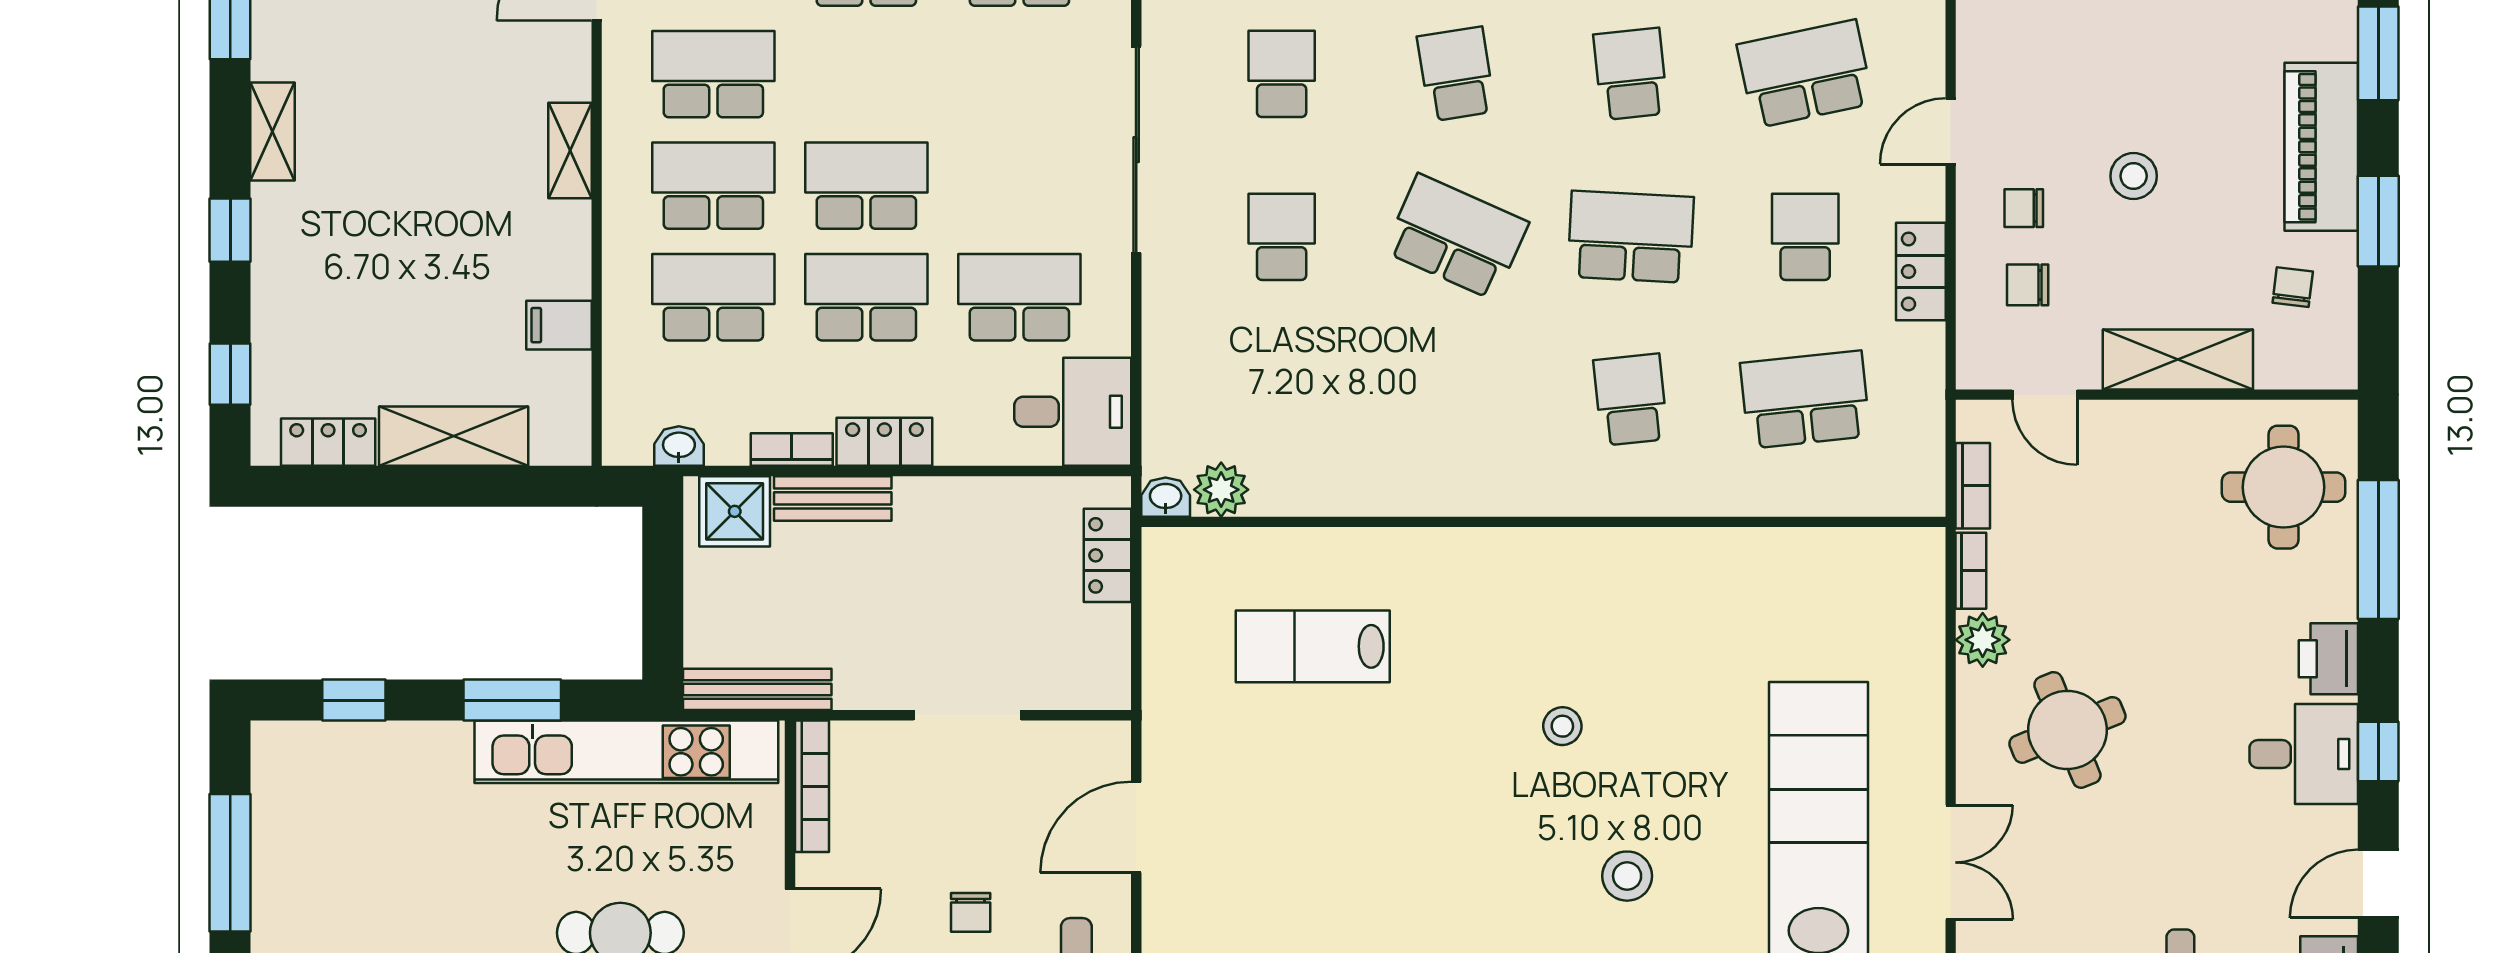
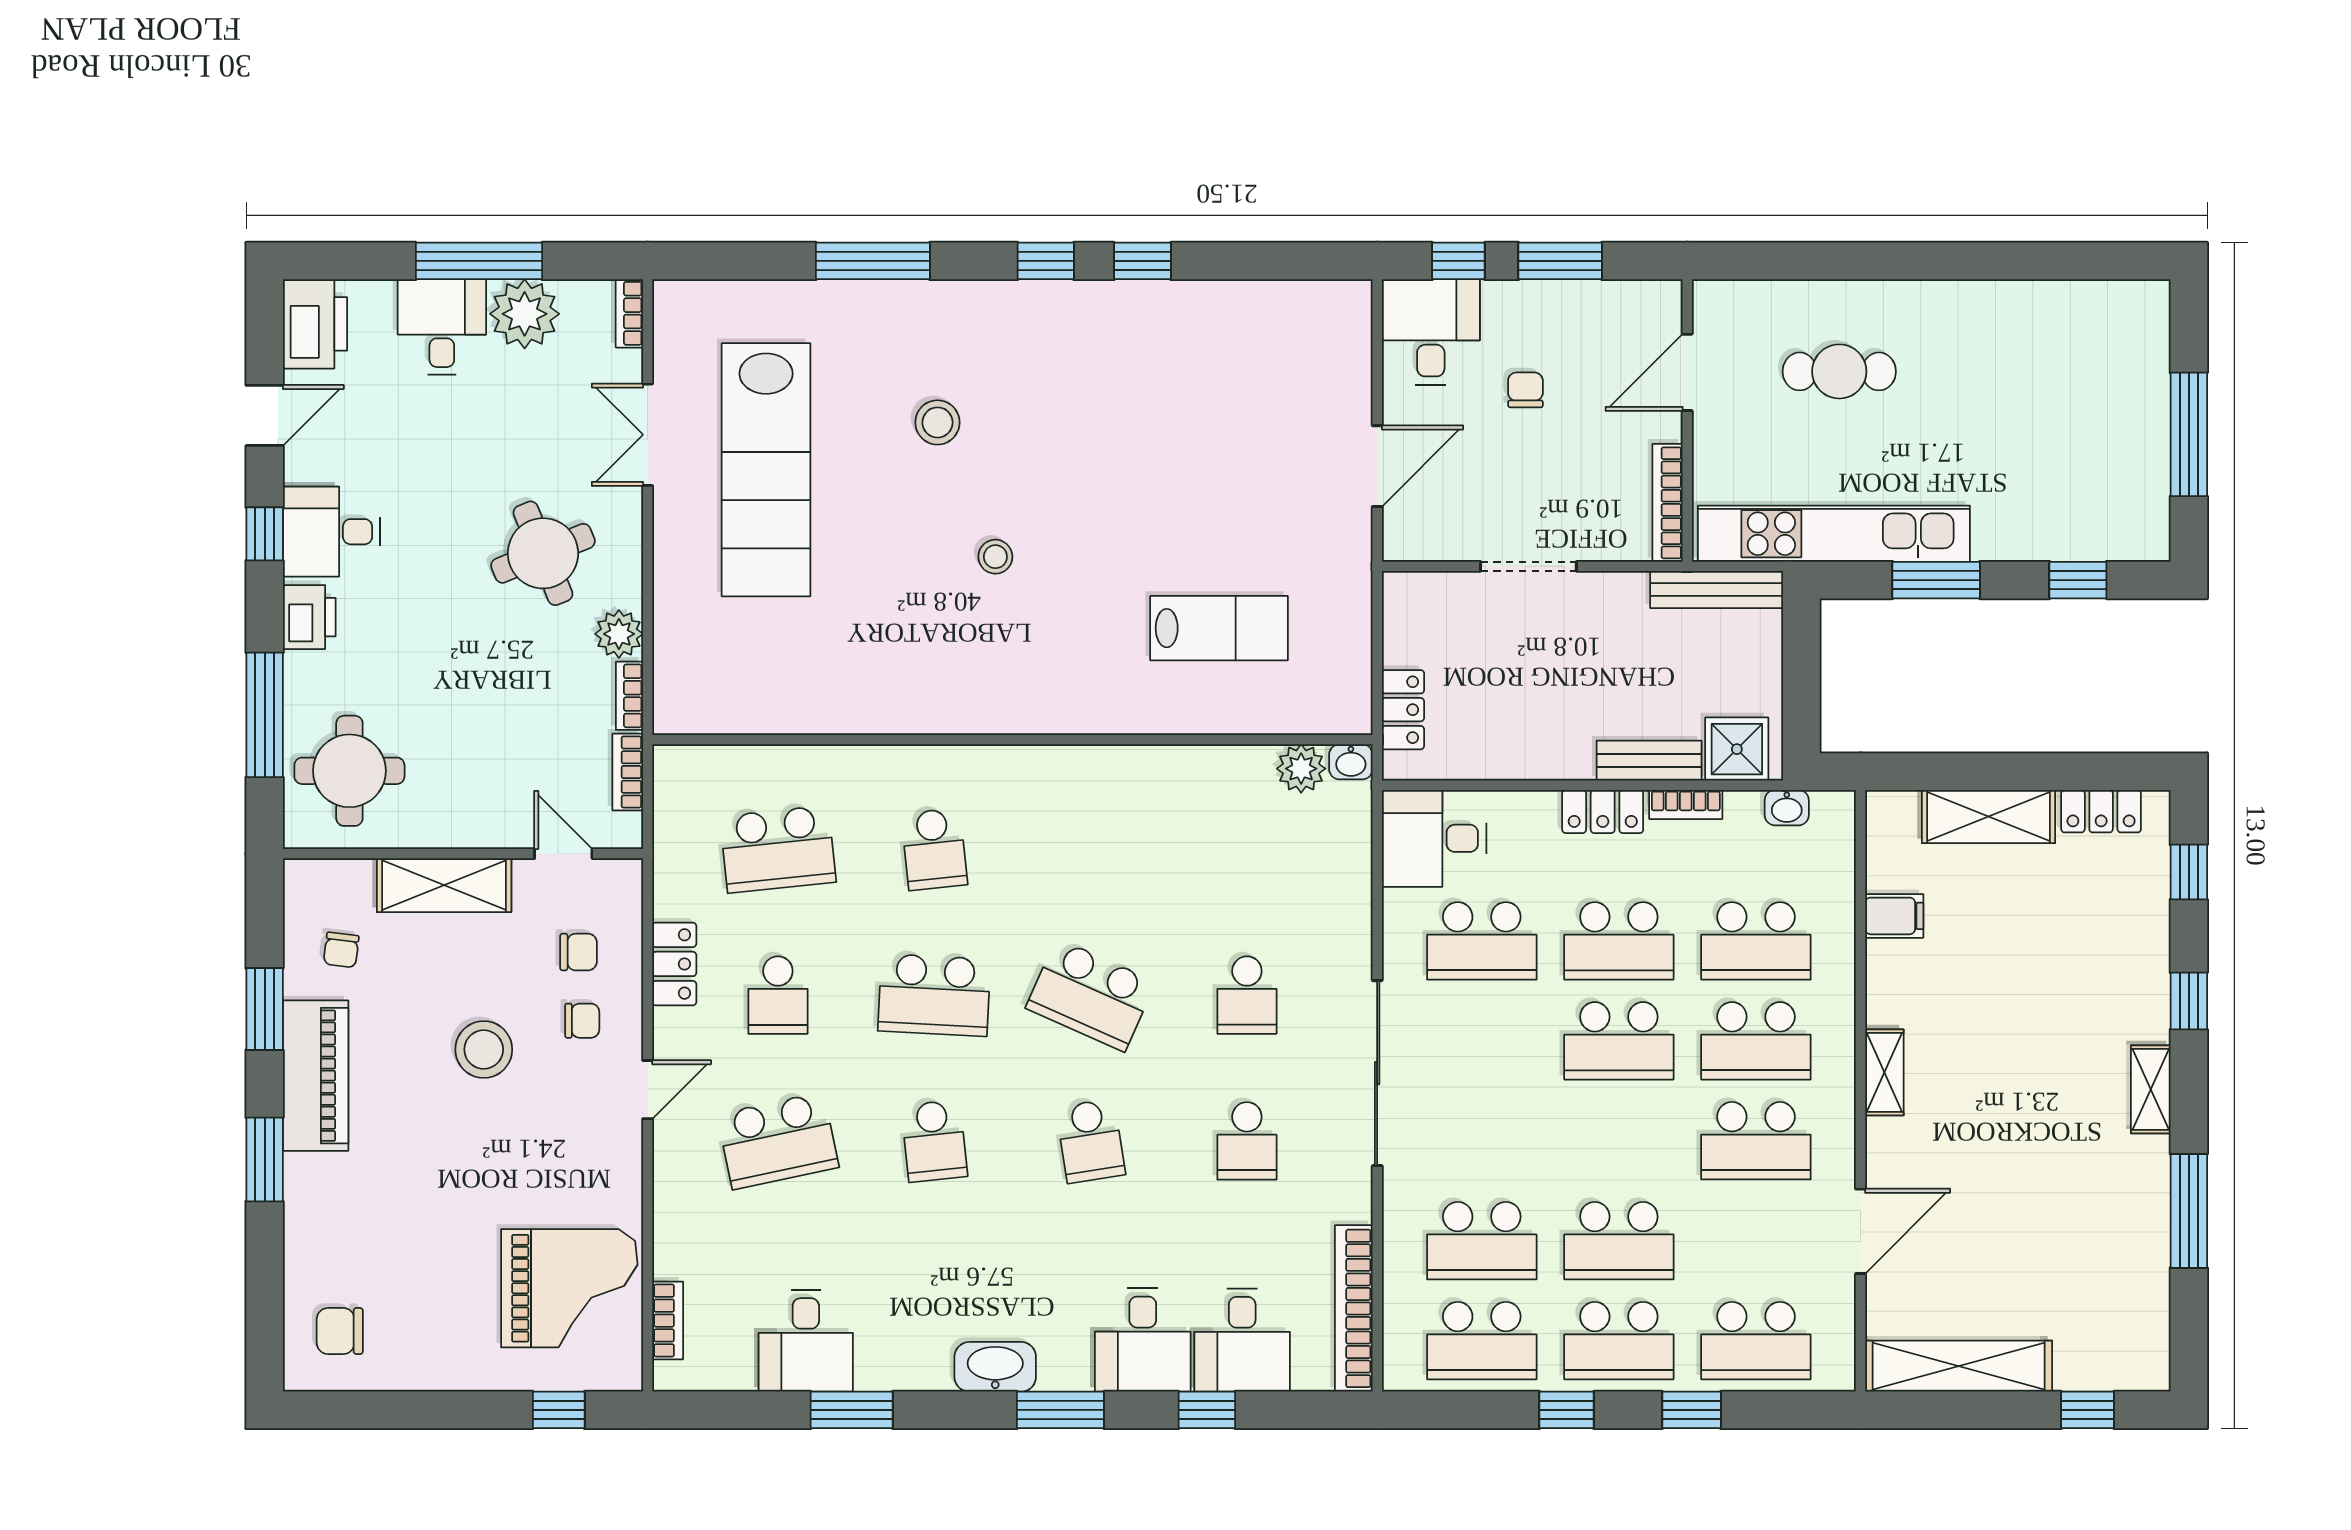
stool: (2134, 176) -> (484, 1049), width x1.38, depth x1.38

